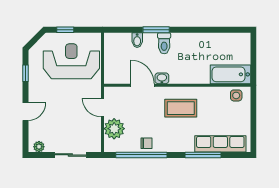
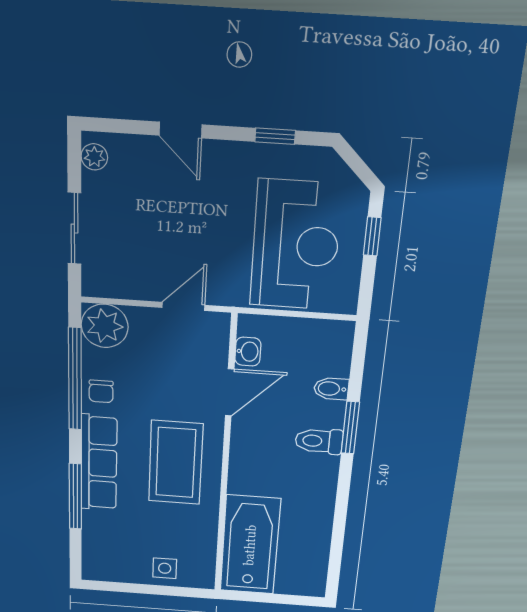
bathtub: (230, 74) -> (250, 545), width x1.36, depth x1.36
washbasin: (162, 78) -> (248, 352), moved
side table: (236, 95) -> (165, 568), moved
coffee table: (181, 108) -> (176, 463), width x1.36, depth x1.32
plant: (114, 129) -> (105, 326), moved
row of seats: (220, 144) -> (99, 463), moved

